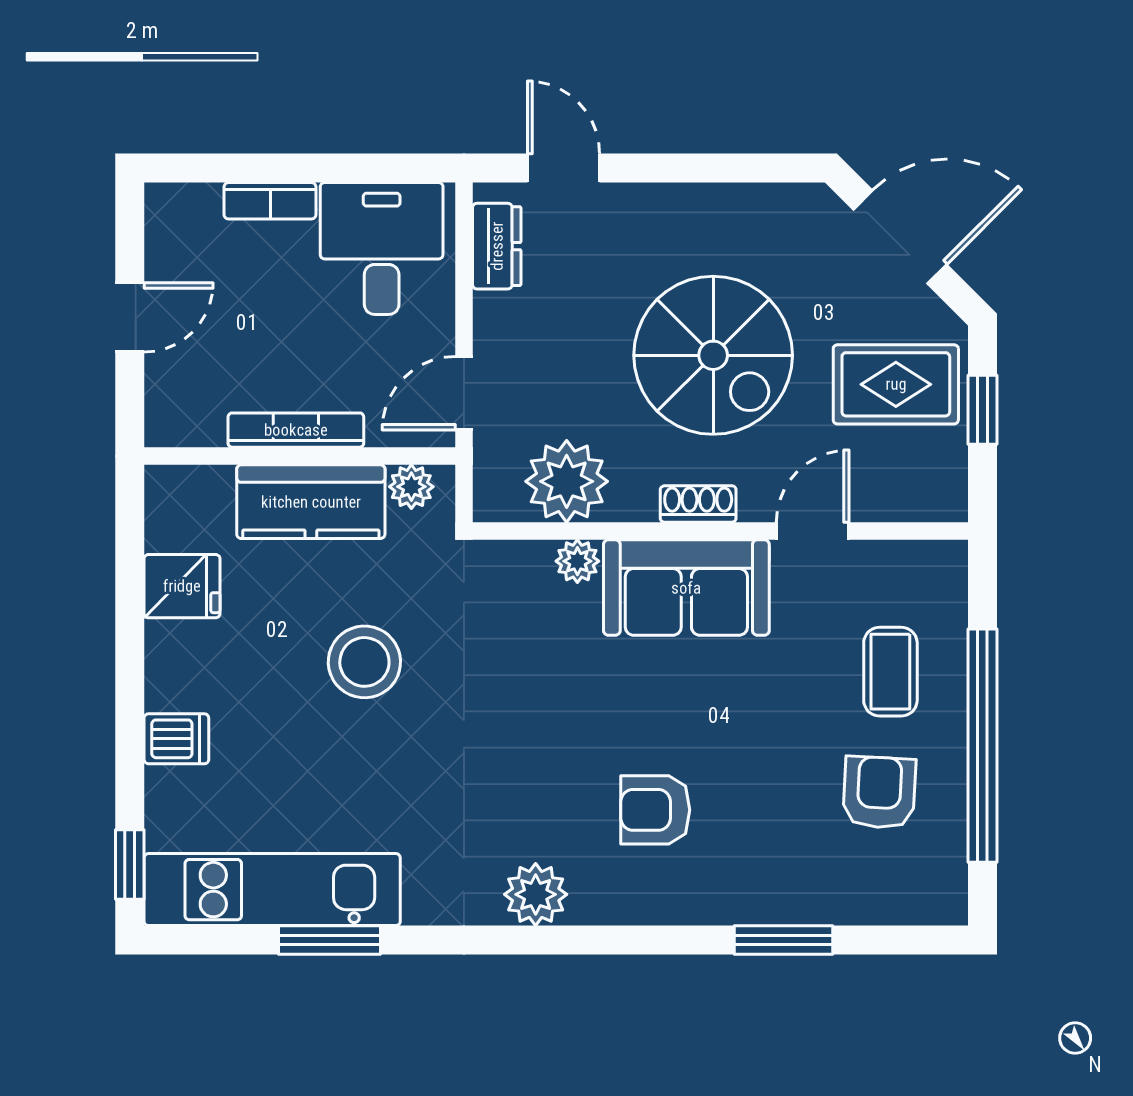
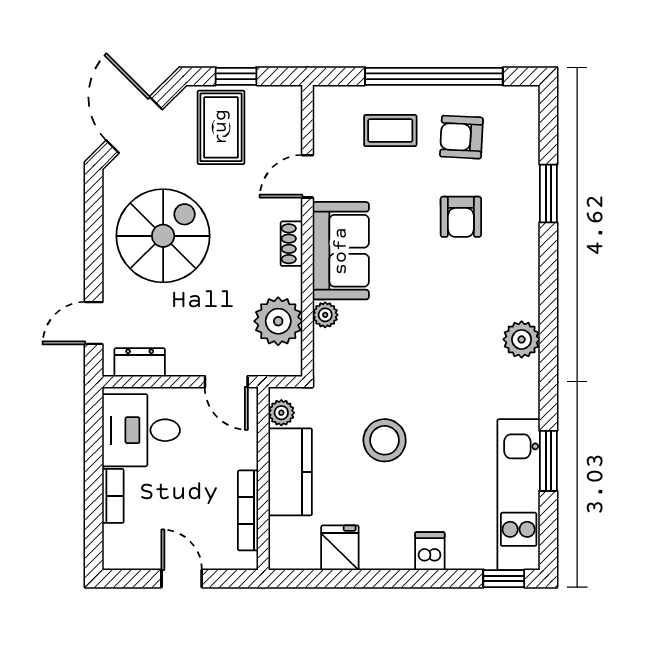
spiral stairs: (713, 355) -> (163, 236), moved
bookcase: (296, 430) -> (248, 510), moved
door: (813, 531) -> (307, 176), hinge flipped
armchair: (655, 810) -> (461, 217), moved

